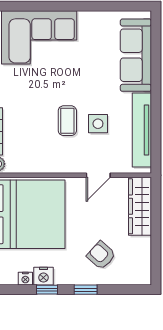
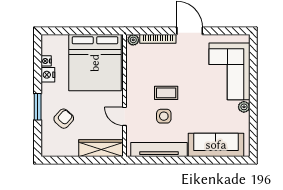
plant: (86, 18) -> (244, 107), added
window: (47, 290) -> (38, 77), removed
window: (86, 290) -> (38, 107), width x1.50

